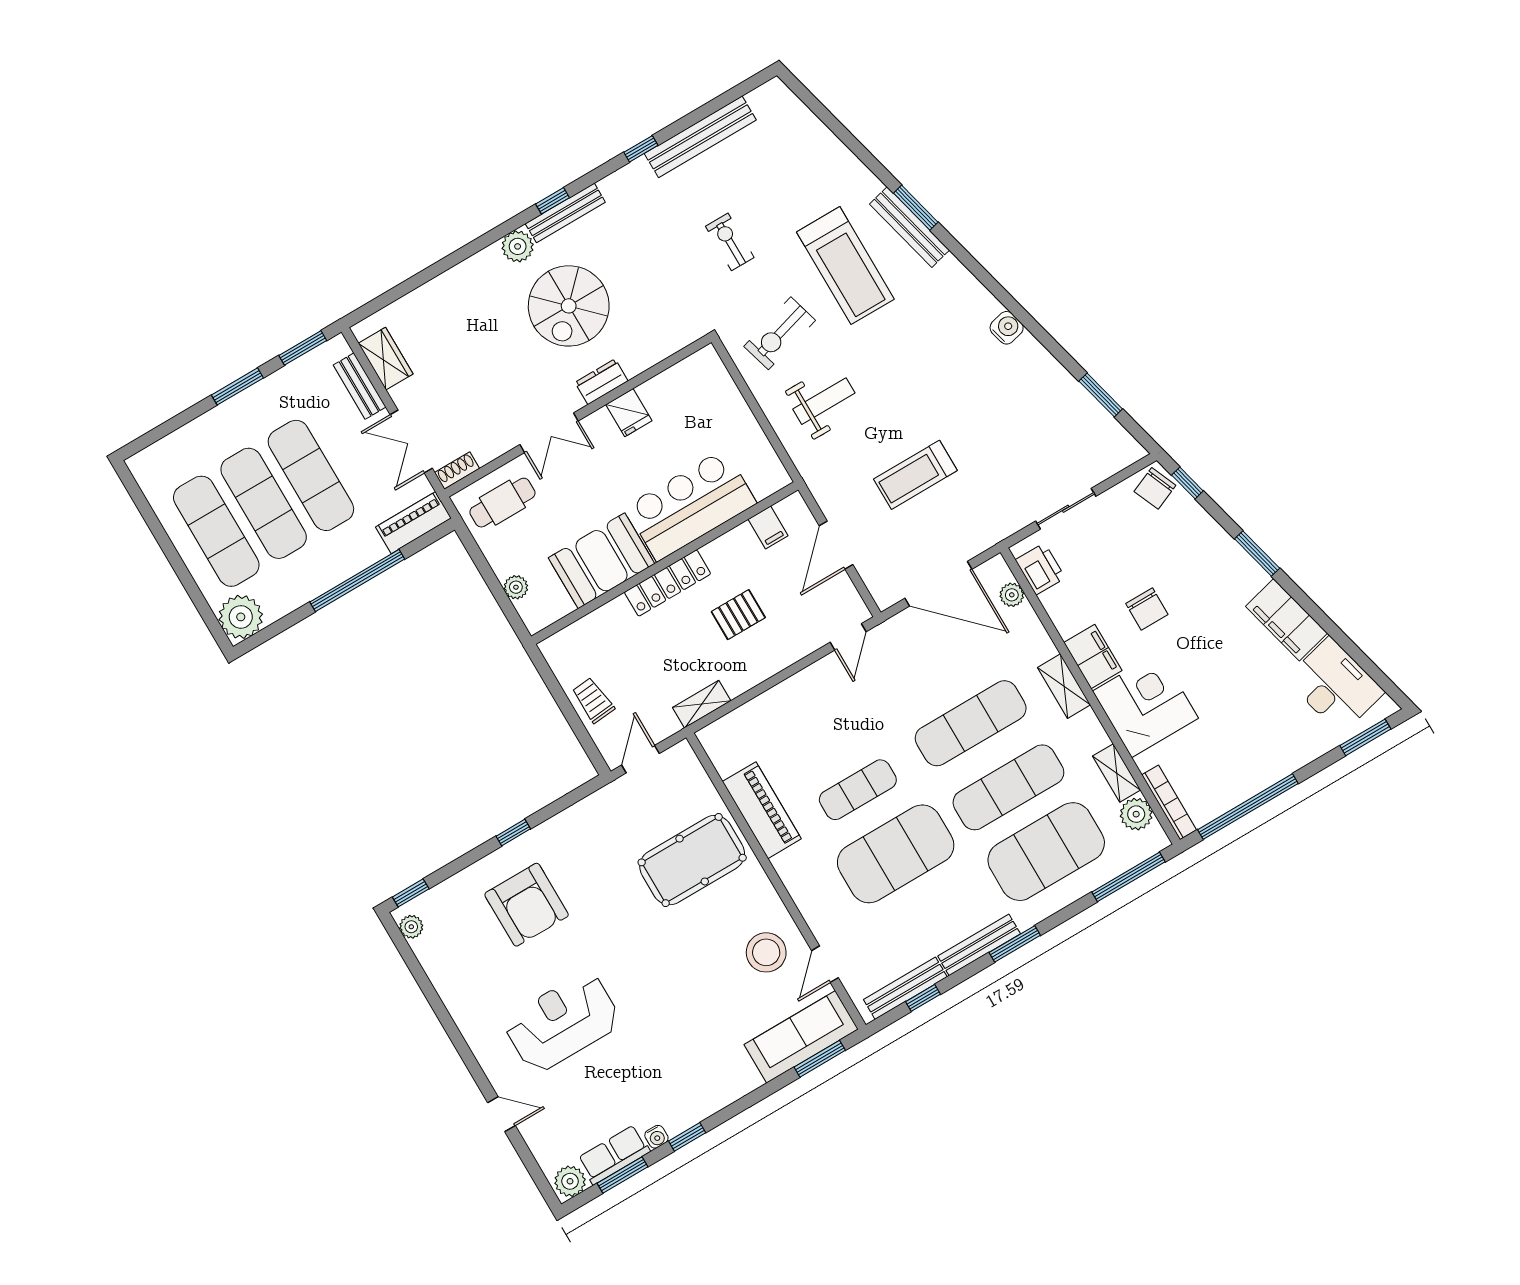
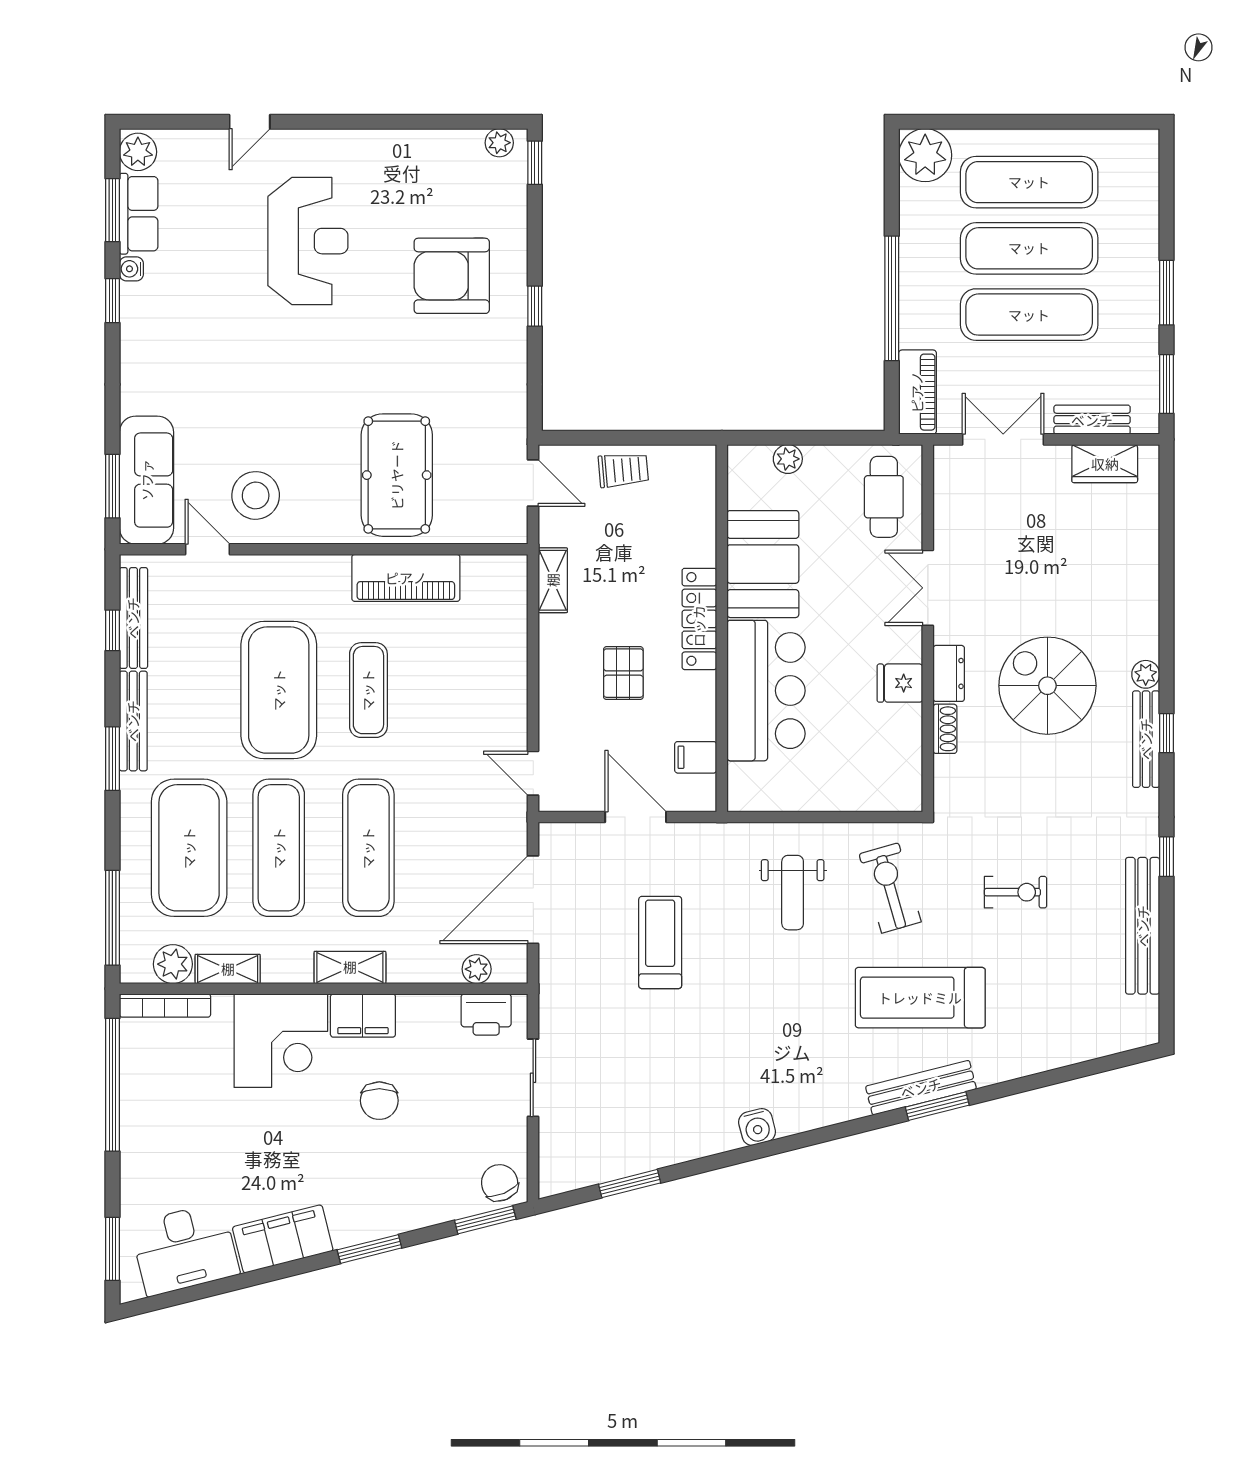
plant: (518, 246) -> (1146, 674), width x0.73, depth x0.73
shoe rack: (457, 470) -> (945, 729), moved
window: (1187, 483) -> (485, 1220), width x1.50
chair: (1147, 609) -> (379, 1101), turned -90

